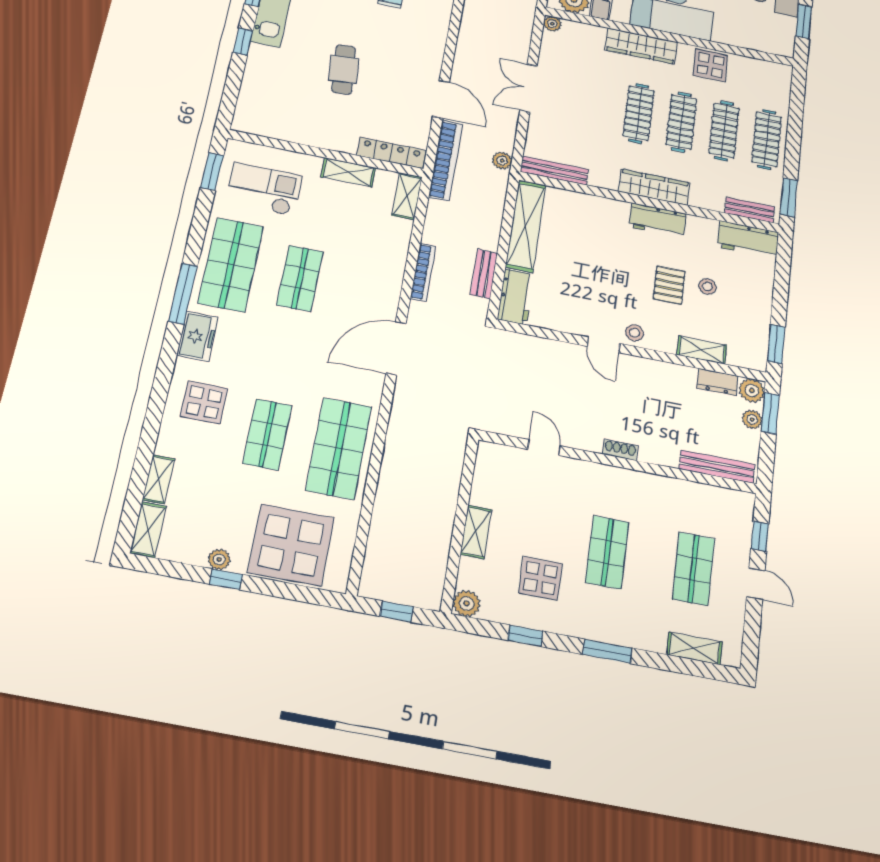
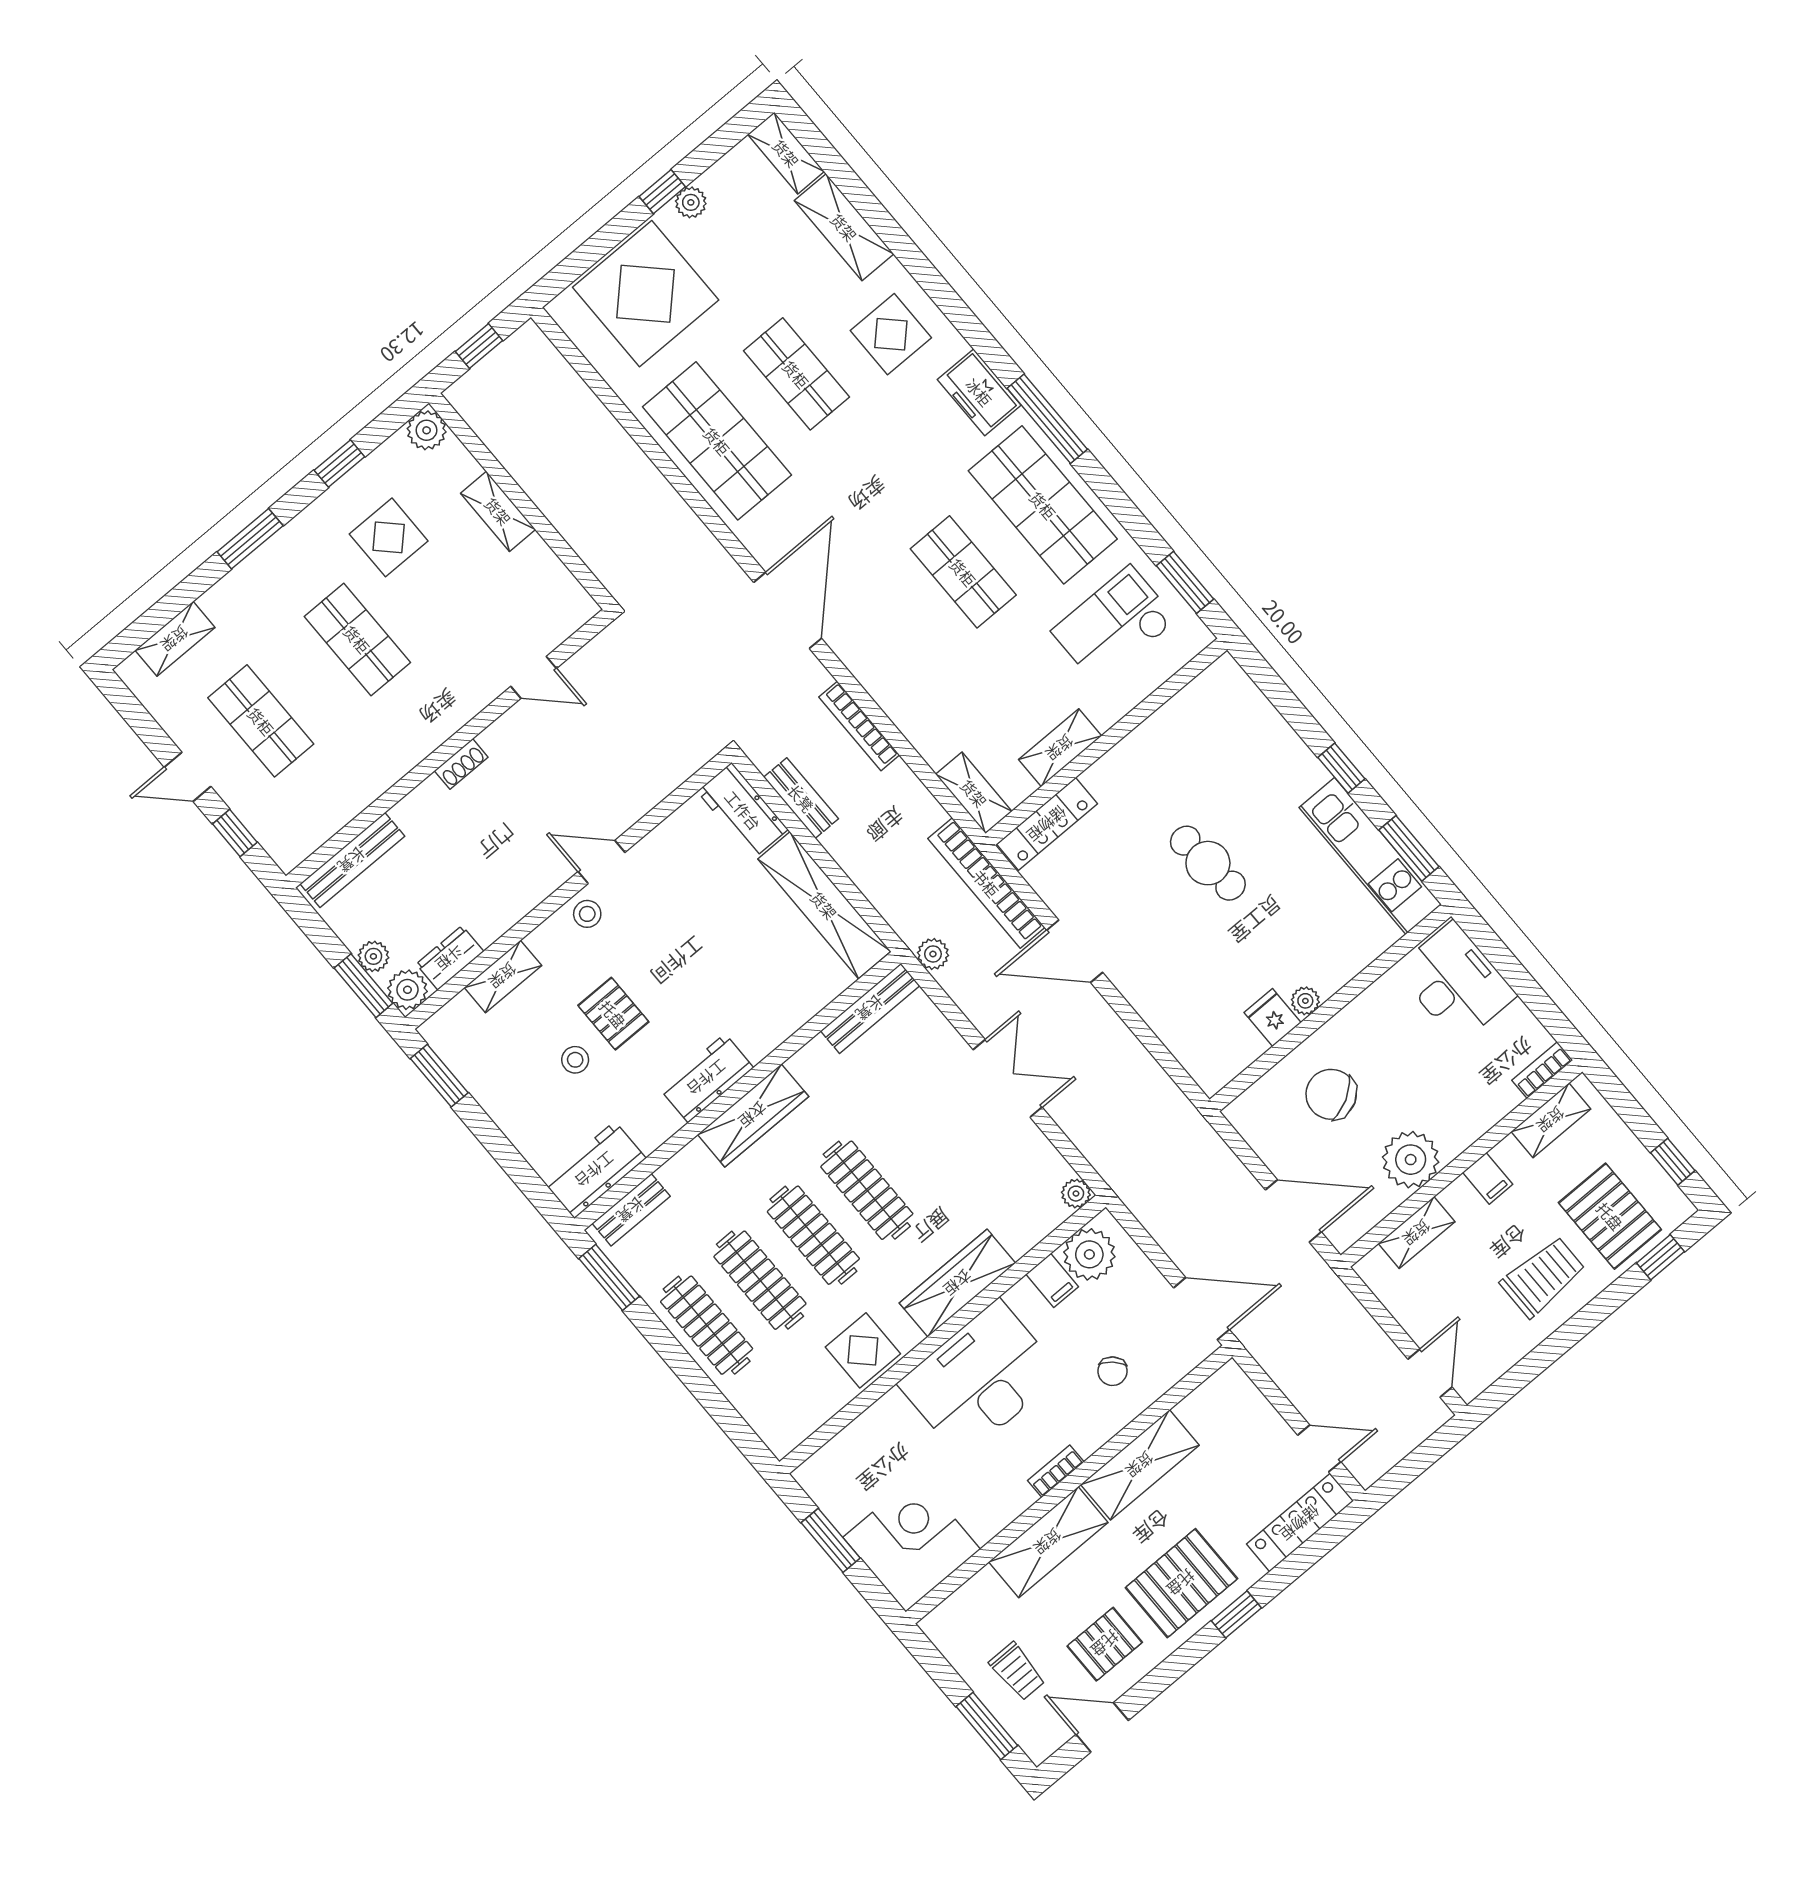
checkout: (264, 189) -> (1114, 626), turned 180
shelving: (159, 479) -> (844, 227), width x1.50, depth x1.33

